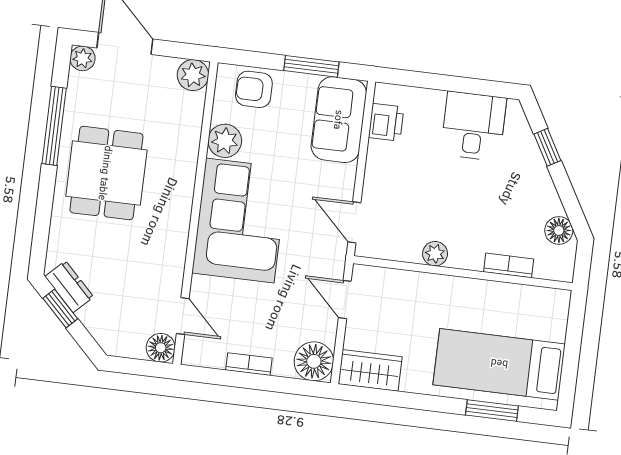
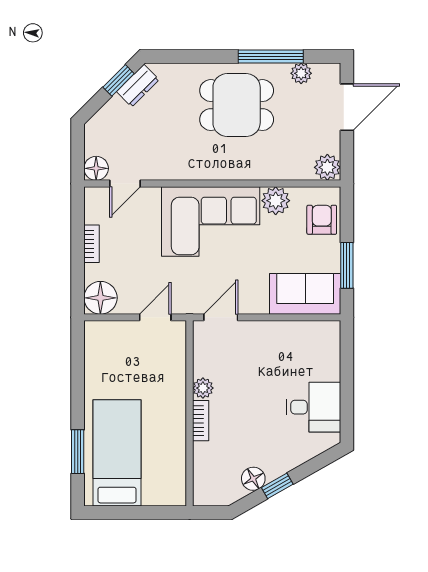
plant: (83, 58) -> (301, 73), moved
printer: (386, 122) -> (308, 334), removed
window: (547, 147) -> (277, 486), moved
floor lamp: (559, 230) -> (253, 479), moved
bookcase: (509, 265) -> (201, 421), moved
wardrobe: (370, 370) -> (99, 346), removed

